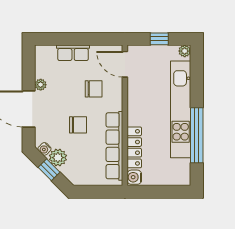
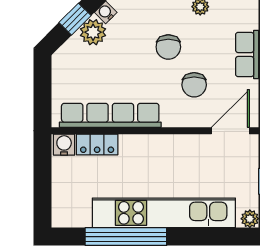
chair: (78, 125) -> (168, 47), moved
locker: (134, 147) -> (97, 144), width x0.66

